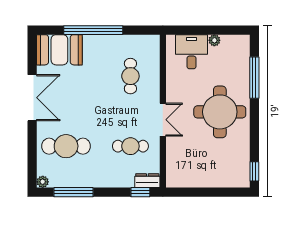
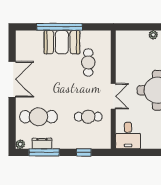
booth: (59, 50) -> (62, 42), moved
desk: (191, 52) -> (128, 136), moved, turned 180
dresser: (147, 181) -> (42, 143), moved
window: (140, 192) -> (84, 152), moved

